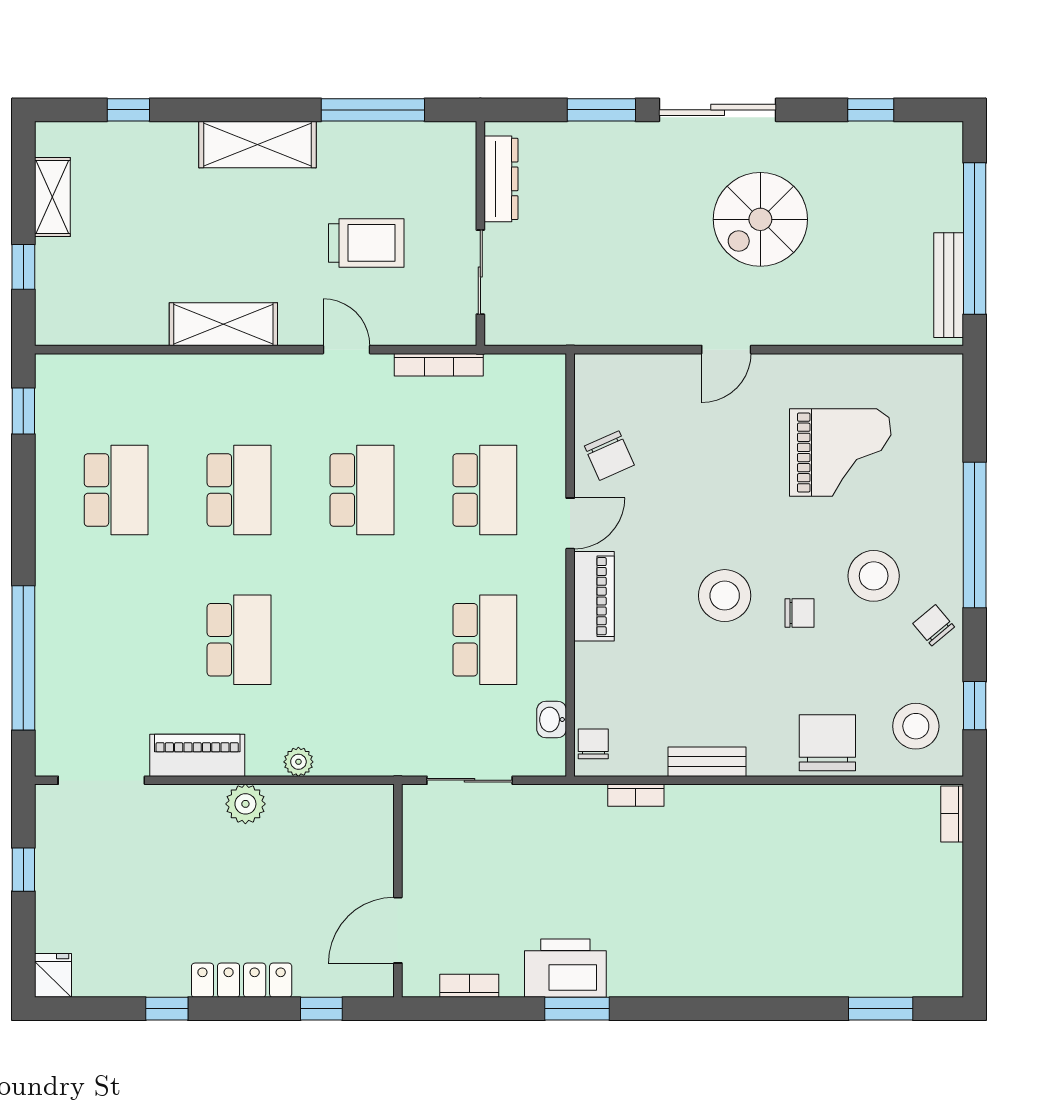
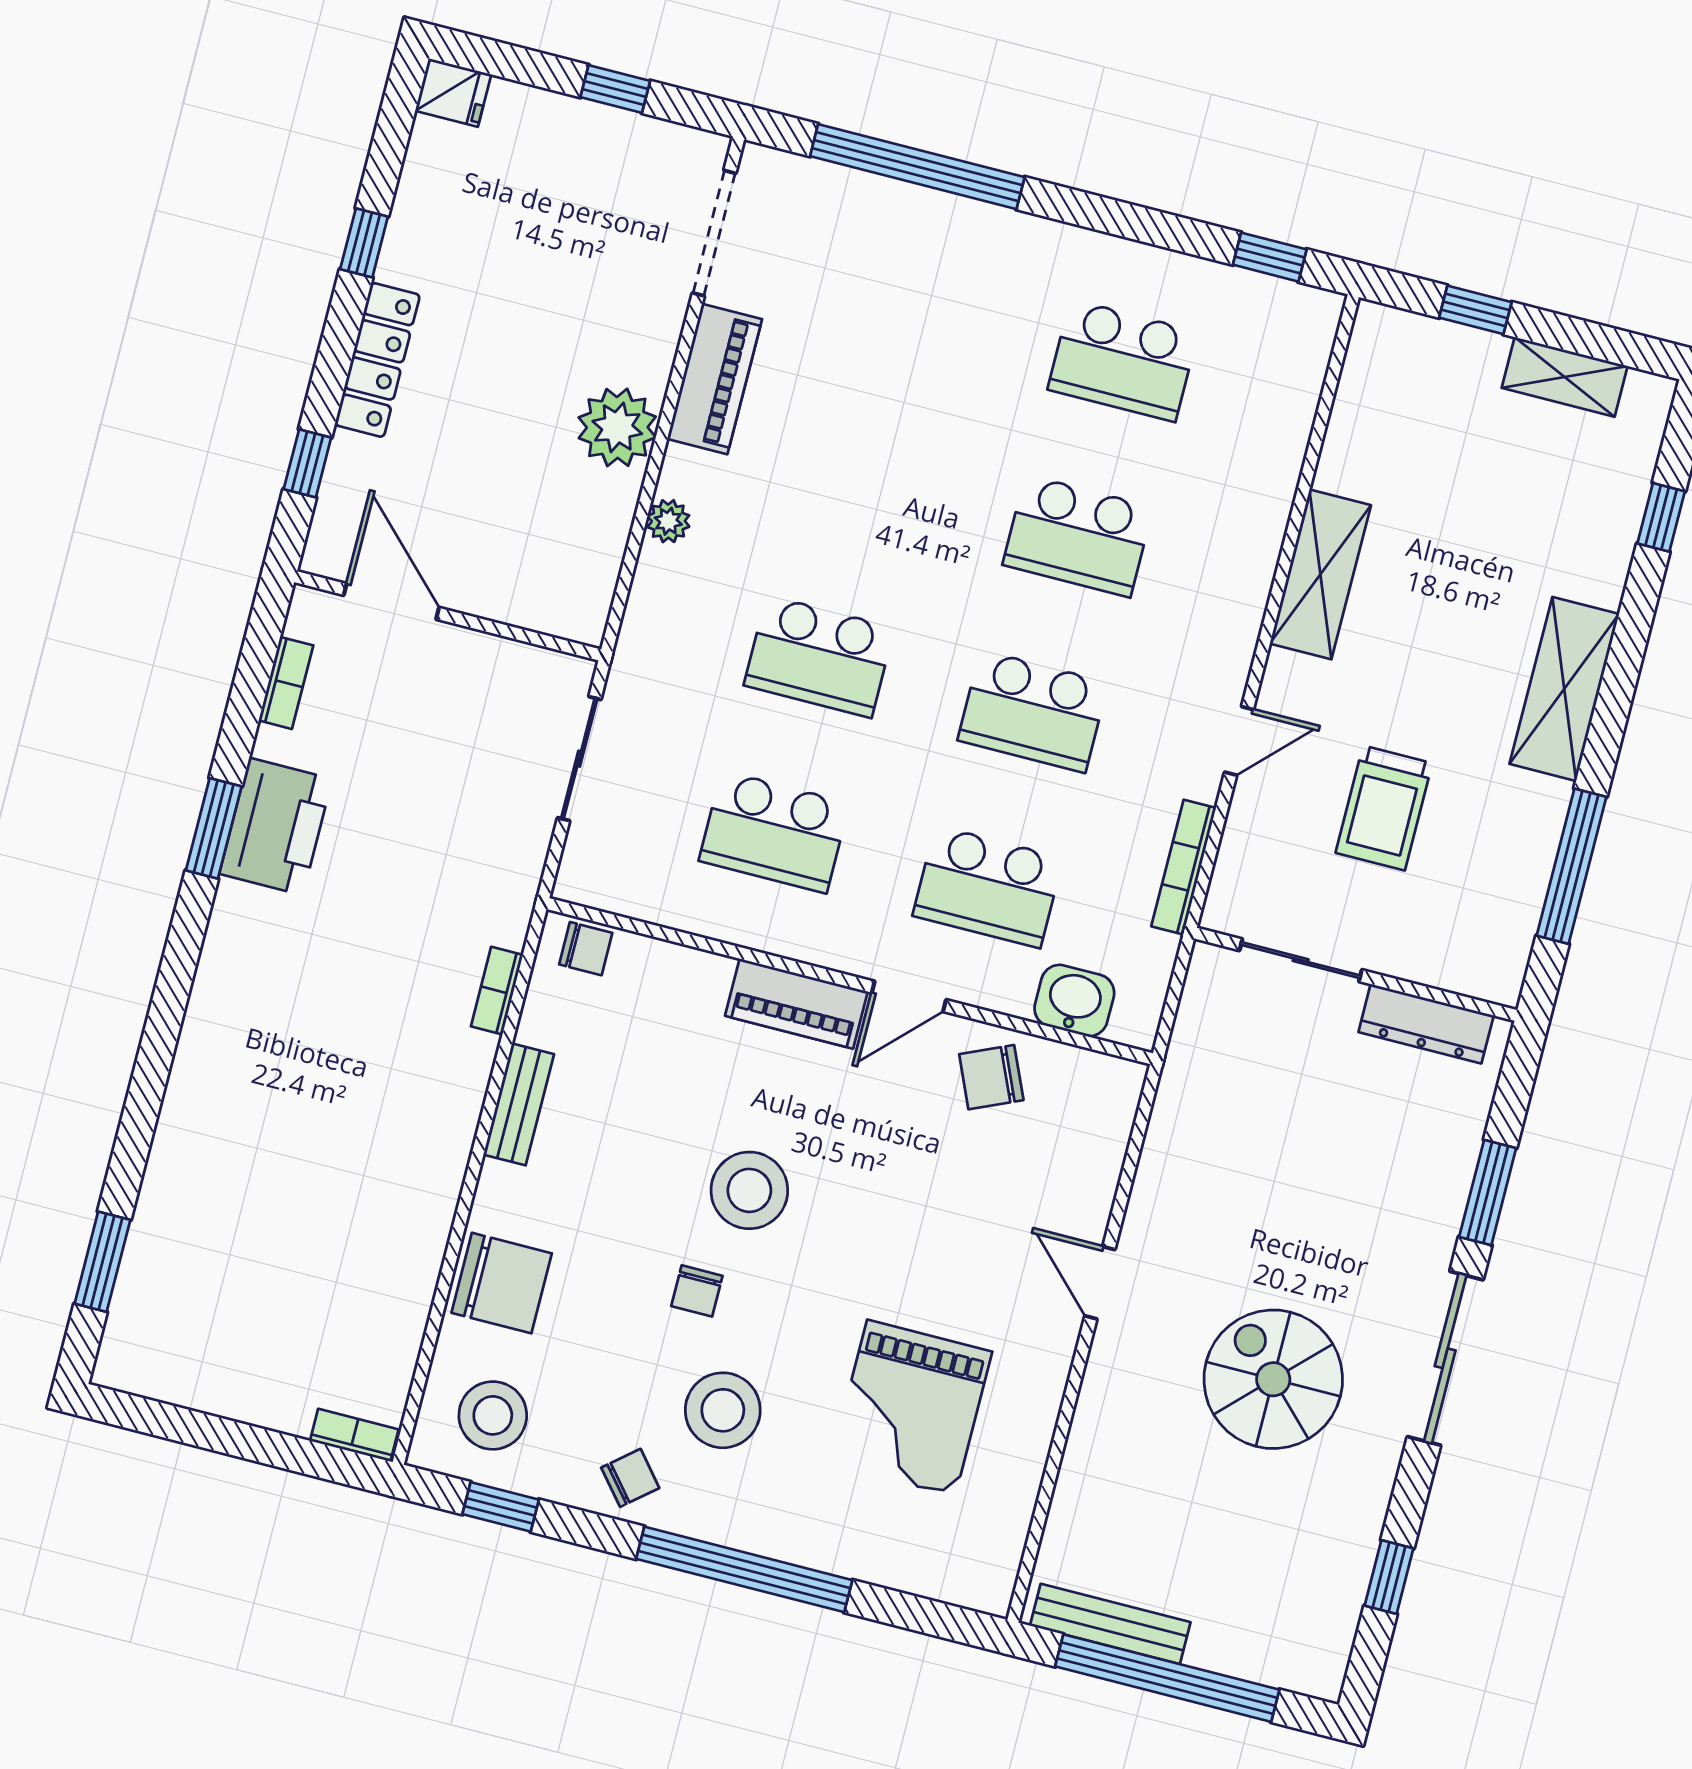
door: (570, 523) -> (909, 996), hinge flipped
school desk: (239, 640) -> (819, 657), moved
washbasin: (552, 720) -> (1074, 1001), moved, width x1.38, depth x1.45
plant: (245, 804) -> (617, 427), width x1.36, depth x1.36

